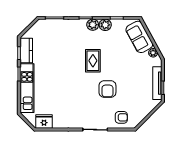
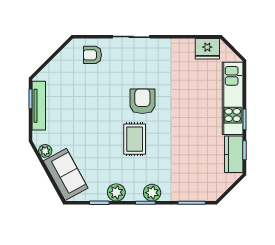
plant: (93, 25) -> (152, 193), moved
armchair: (107, 89) -> (142, 101), moved

